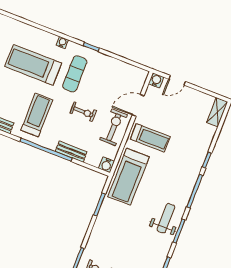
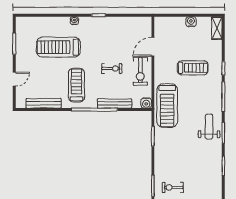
exercise mat: (75, 74) -> (94, 41), removed
water cooler: (156, 80) -> (191, 22), moved
door: (177, 80) -> (176, 15), removed
exercise bike: (114, 127) -> (140, 71), turned 180
treadmill: (150, 138) -> (193, 68), moved
bench: (71, 152) -> (115, 103), width x1.36

